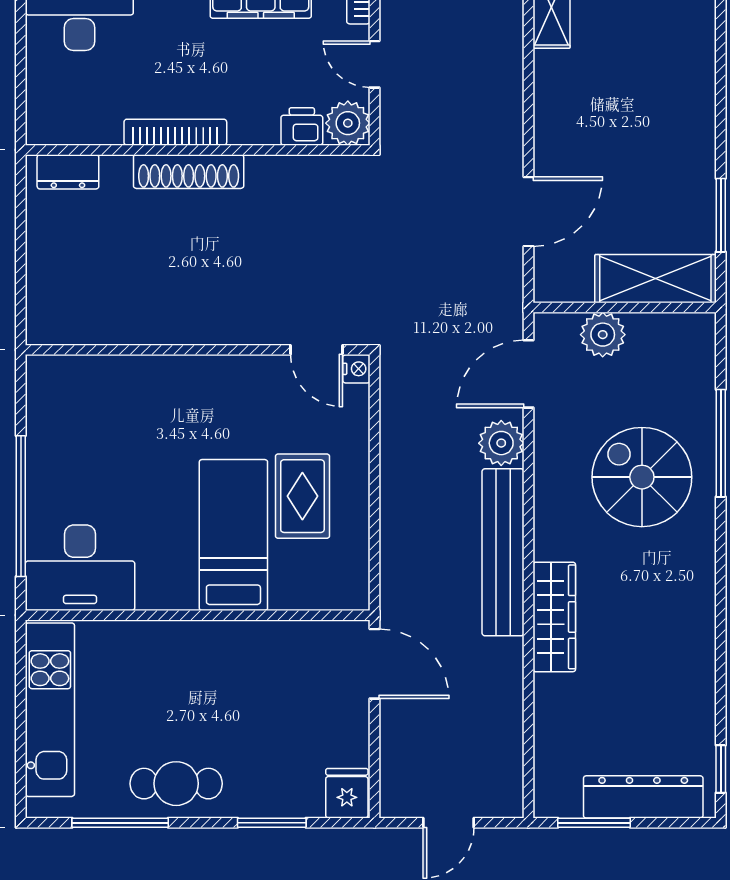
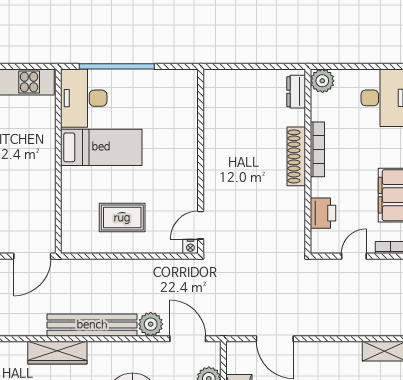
plant: (348, 123) -> (322, 81), moved
printer: (302, 126) -> (323, 213), width x1.36, depth x1.24
bed: (233, 535) -> (101, 147), moved

